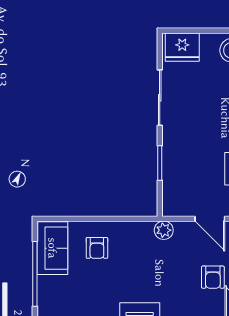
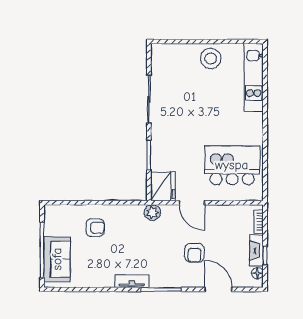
fridge: (182, 47) -> (163, 186), moved, turned -90
sofa: (52, 248) -> (57, 259), moved
armchair: (97, 248) -> (95, 228), turned -90

